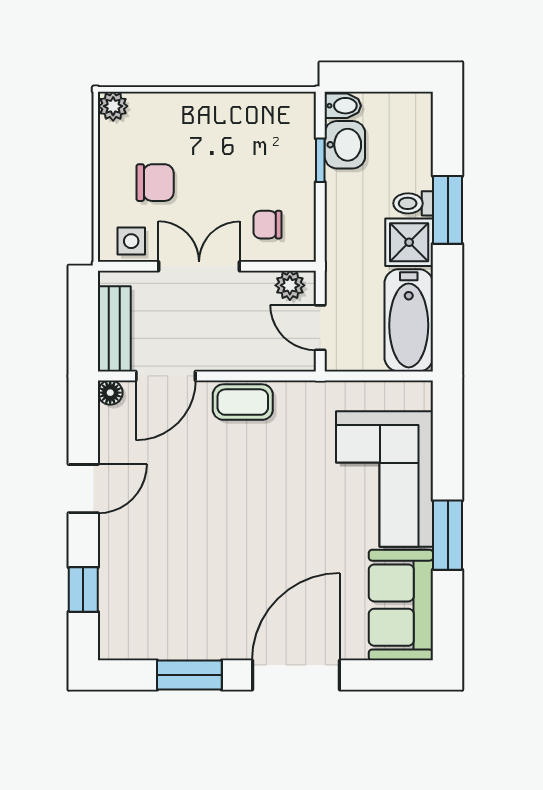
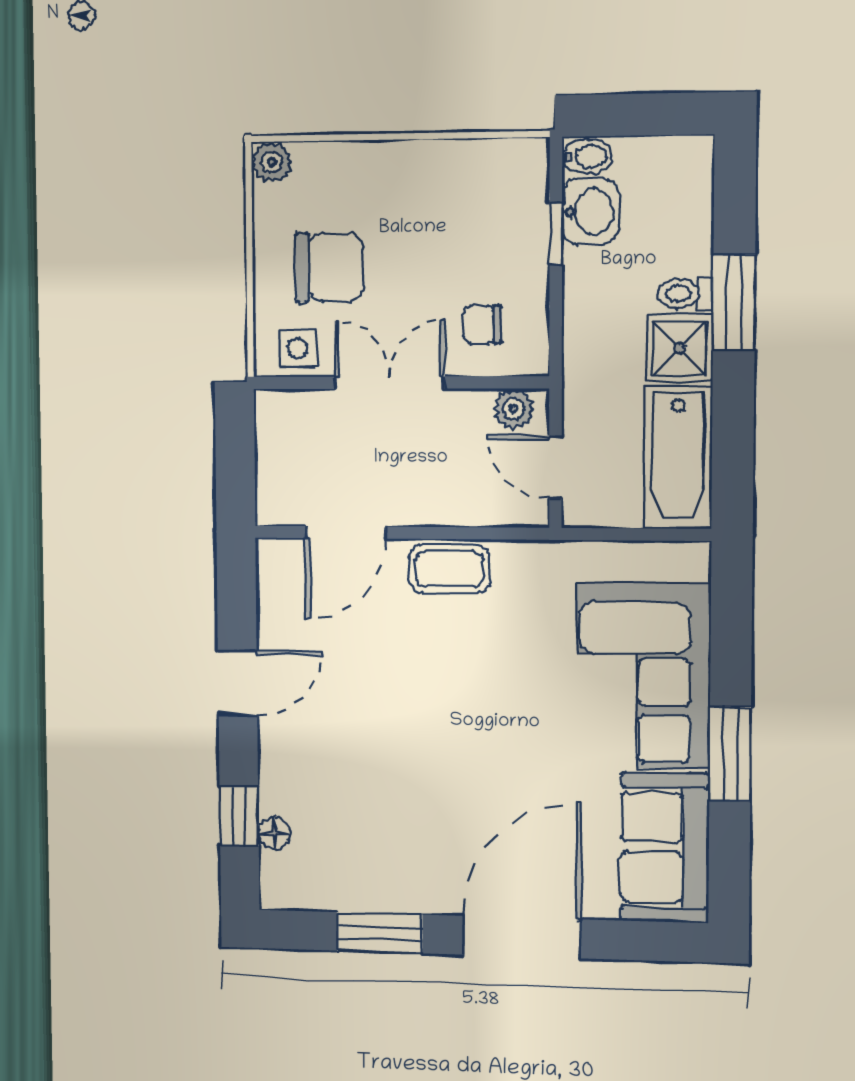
chair: (155, 183) -> (329, 267), width x1.37, depth x1.37
bench: (114, 329) -> (276, 468), removed
floor lamp: (110, 393) -> (274, 833), moved

